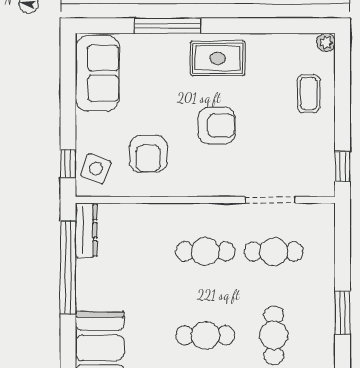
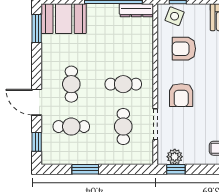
armchair: (217, 126) -> (181, 95), moved
plant: (322, 169) -> (175, 157), added
cafe table: (205, 252) -> (123, 84), turned 90

